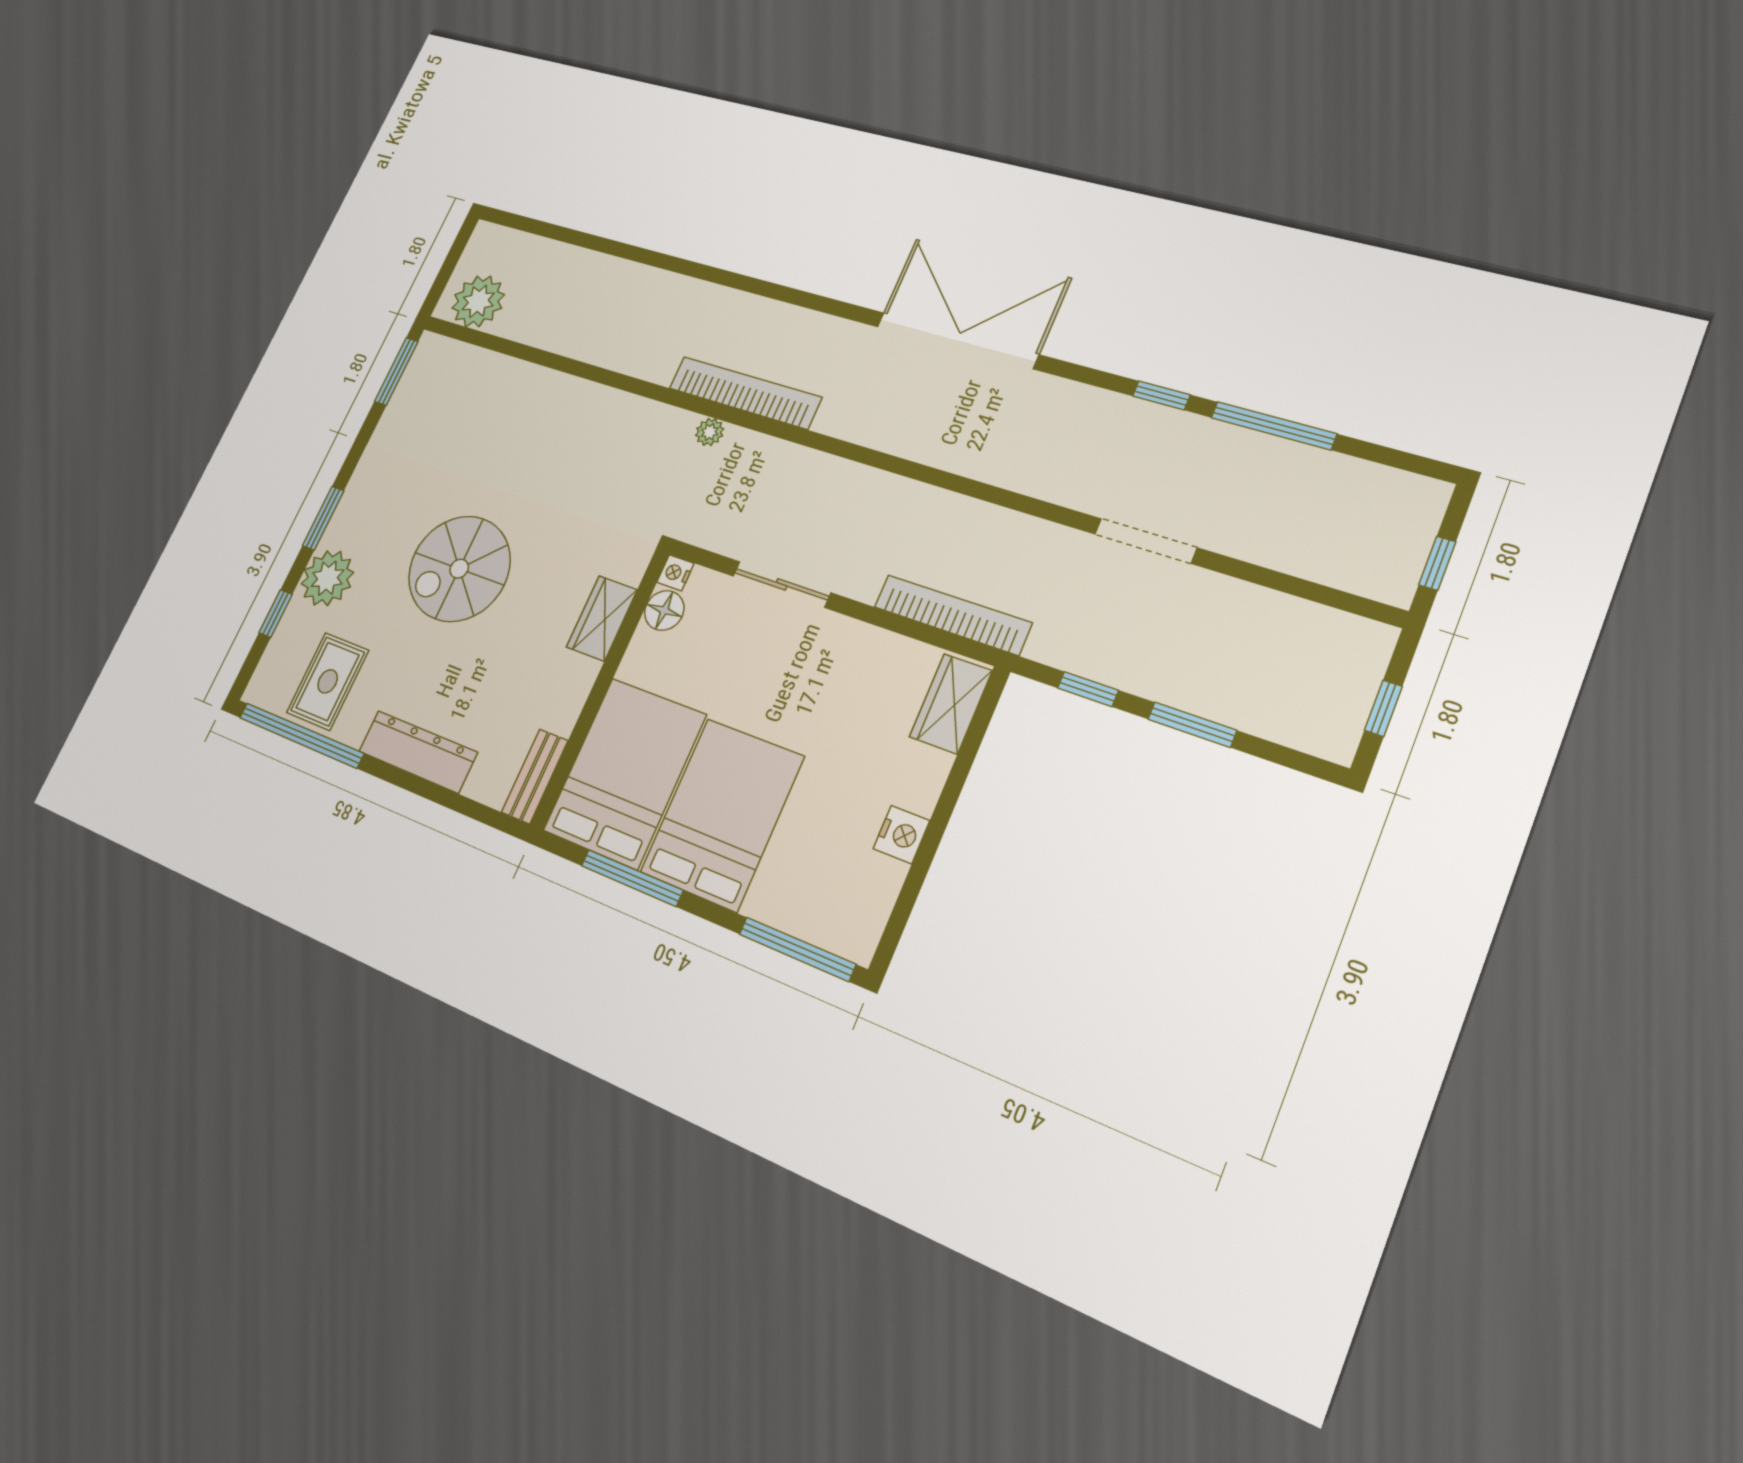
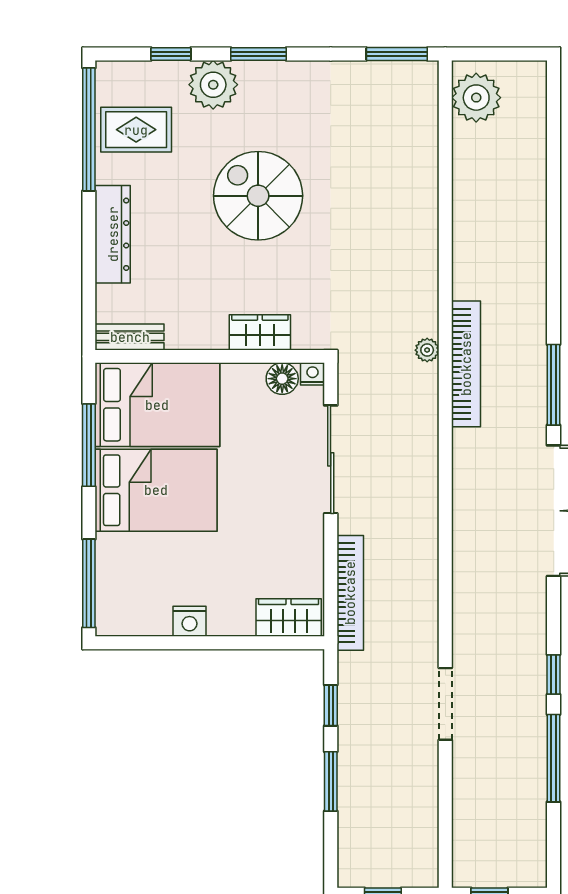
window: (813, 301) -> (554, 385), added
sliding door: (782, 584) -> (331, 459), width x1.37

